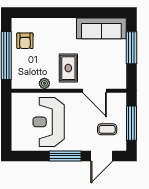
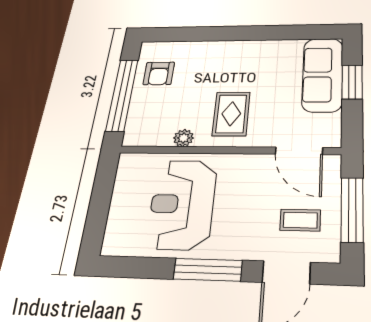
sofa: (101, 28) -> (323, 74), moved, turned 90
window: (131, 48) -> (352, 82), width x0.69
door: (94, 91) -> (299, 151), moved

